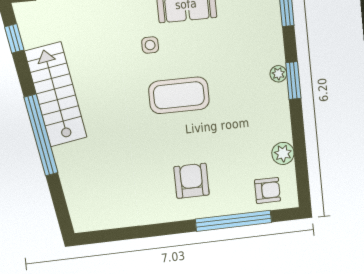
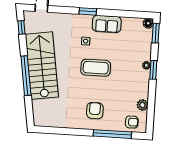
stairs: (56, 94) -> (42, 66), width x1.36, depth x1.51

